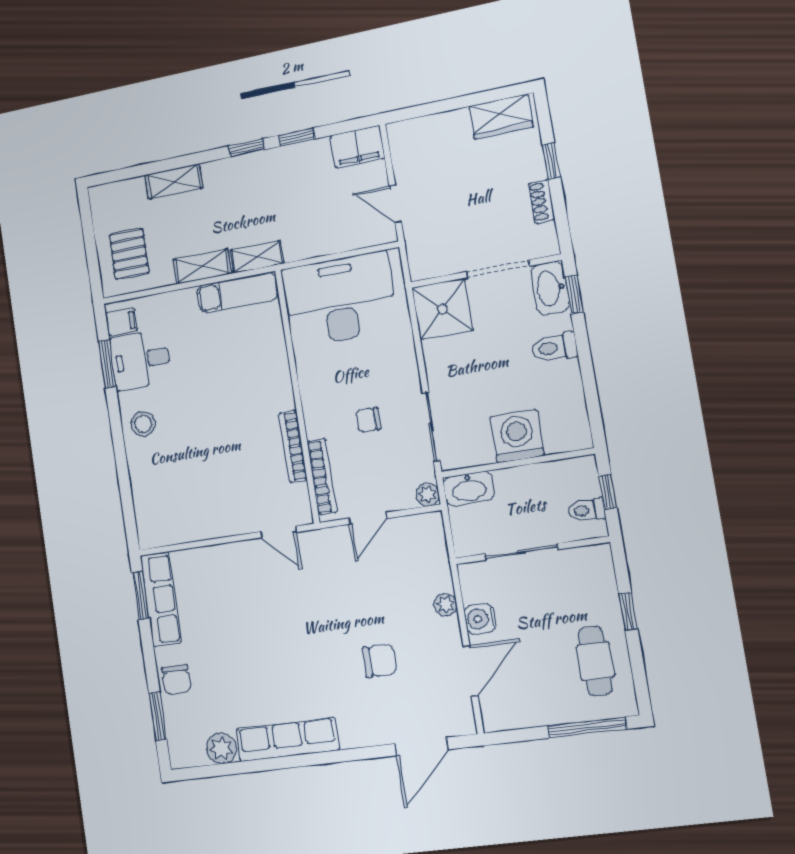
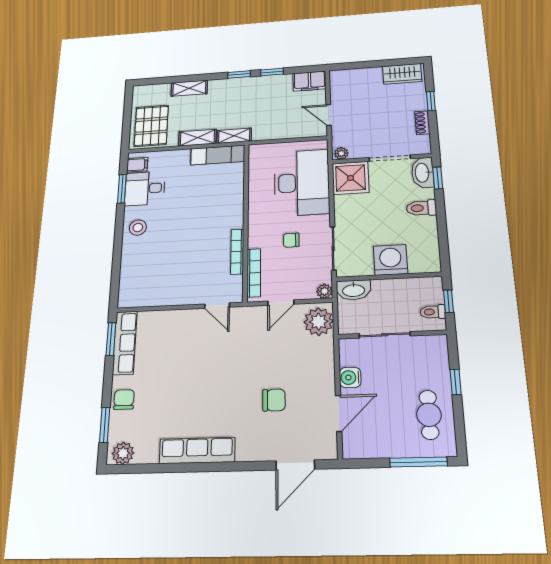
pallet: (129, 254) -> (151, 126), width x1.50, depth x1.42
plant: (423, 269) -> (341, 153), added
desk: (339, 299) -> (302, 183), moved, turned 90
plant: (445, 605) -> (319, 322), moved, width x1.87, depth x1.87
chair: (176, 679) -> (124, 400), turned 180
plant: (222, 748) -> (123, 453), moved

